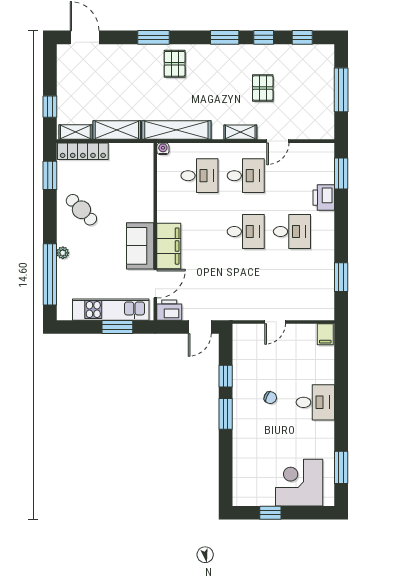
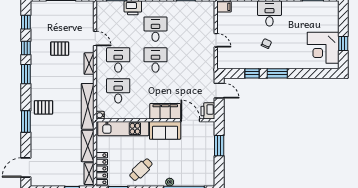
kitchen unit: (111, 310) -> (123, 129), moved, turned -90
corner desk: (299, 483) -> (323, 48), moved

